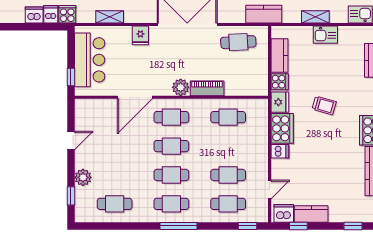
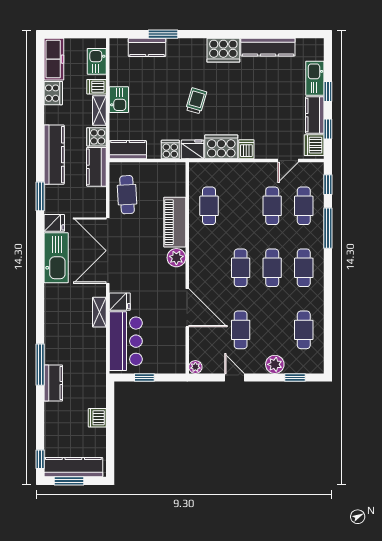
dishwasher: (51, 14) -> (97, 87), moved
cooker: (67, 14) -> (96, 137), moved
shelving: (110, 17) -> (99, 312), moved
kitchen counter: (279, 56) -> (128, 150), moved
bar counter: (90, 60) -> (126, 341), moved, turned 90
window: (71, 77) -> (144, 378), moved
piano: (207, 88) -> (175, 222), width x1.37, depth x1.33
plant: (81, 105) -> (195, 367), added
cafe table: (171, 117) -> (241, 330), moved
door: (270, 190) -> (288, 161), swing flipped
kitchen sink: (345, 214) -> (315, 78), added
window: (178, 226) -> (328, 228), moved
window: (353, 226) -> (328, 92), moved

